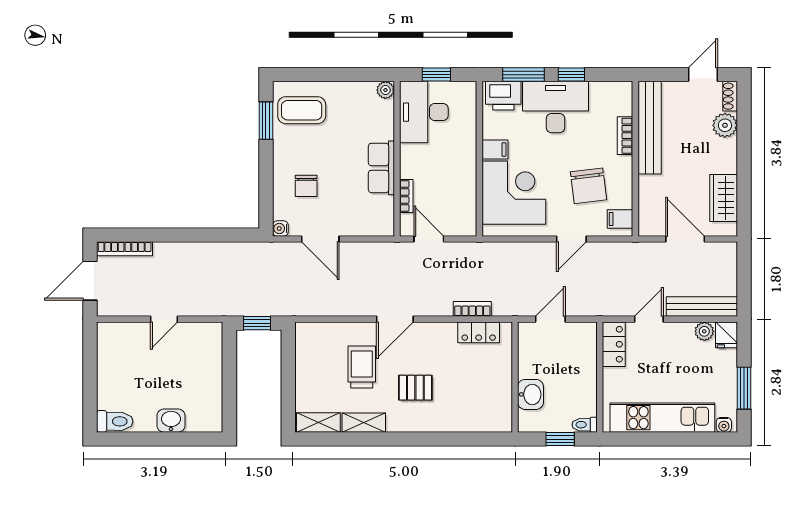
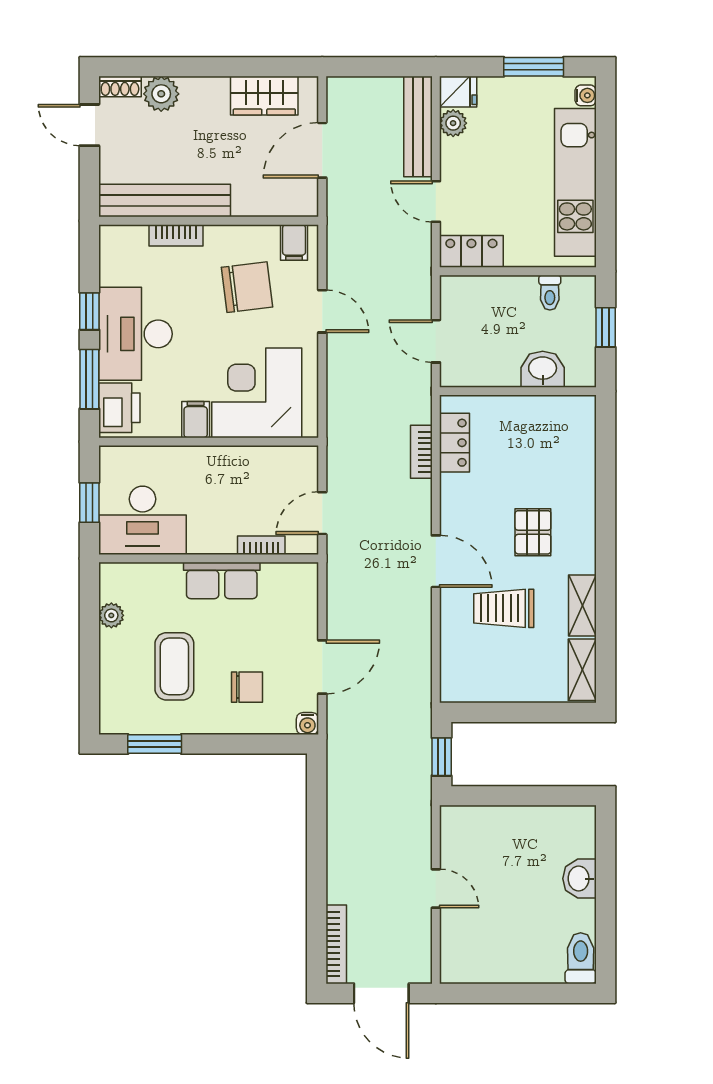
plant: (385, 90) -> (111, 615), moved
coffee table: (302, 110) -> (174, 666), moved
toilet: (585, 425) -> (550, 293), moved

